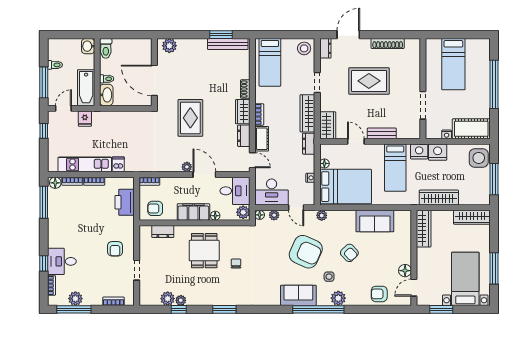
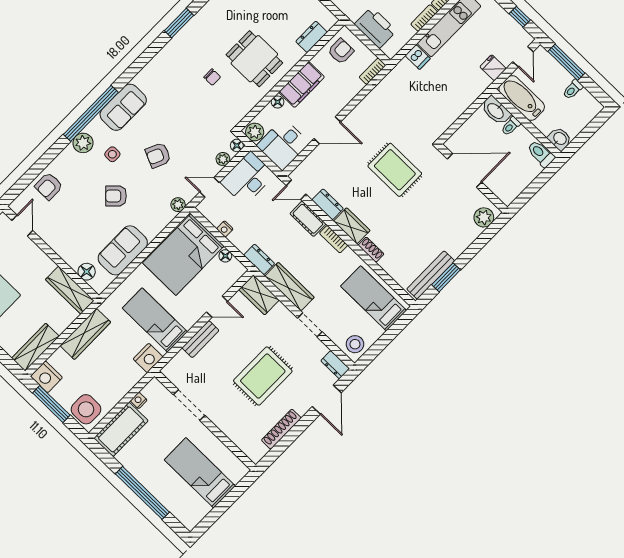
nightstand: (438, 152) -> (46, 377), moved, turned 90
plant: (187, 167) -> (351, 120), removed
armchair: (306, 252) -> (158, 155), width x0.53, depth x0.53
floor lamp: (405, 271) -> (87, 272), moved
armchair: (379, 294) -> (49, 186), turned 180

